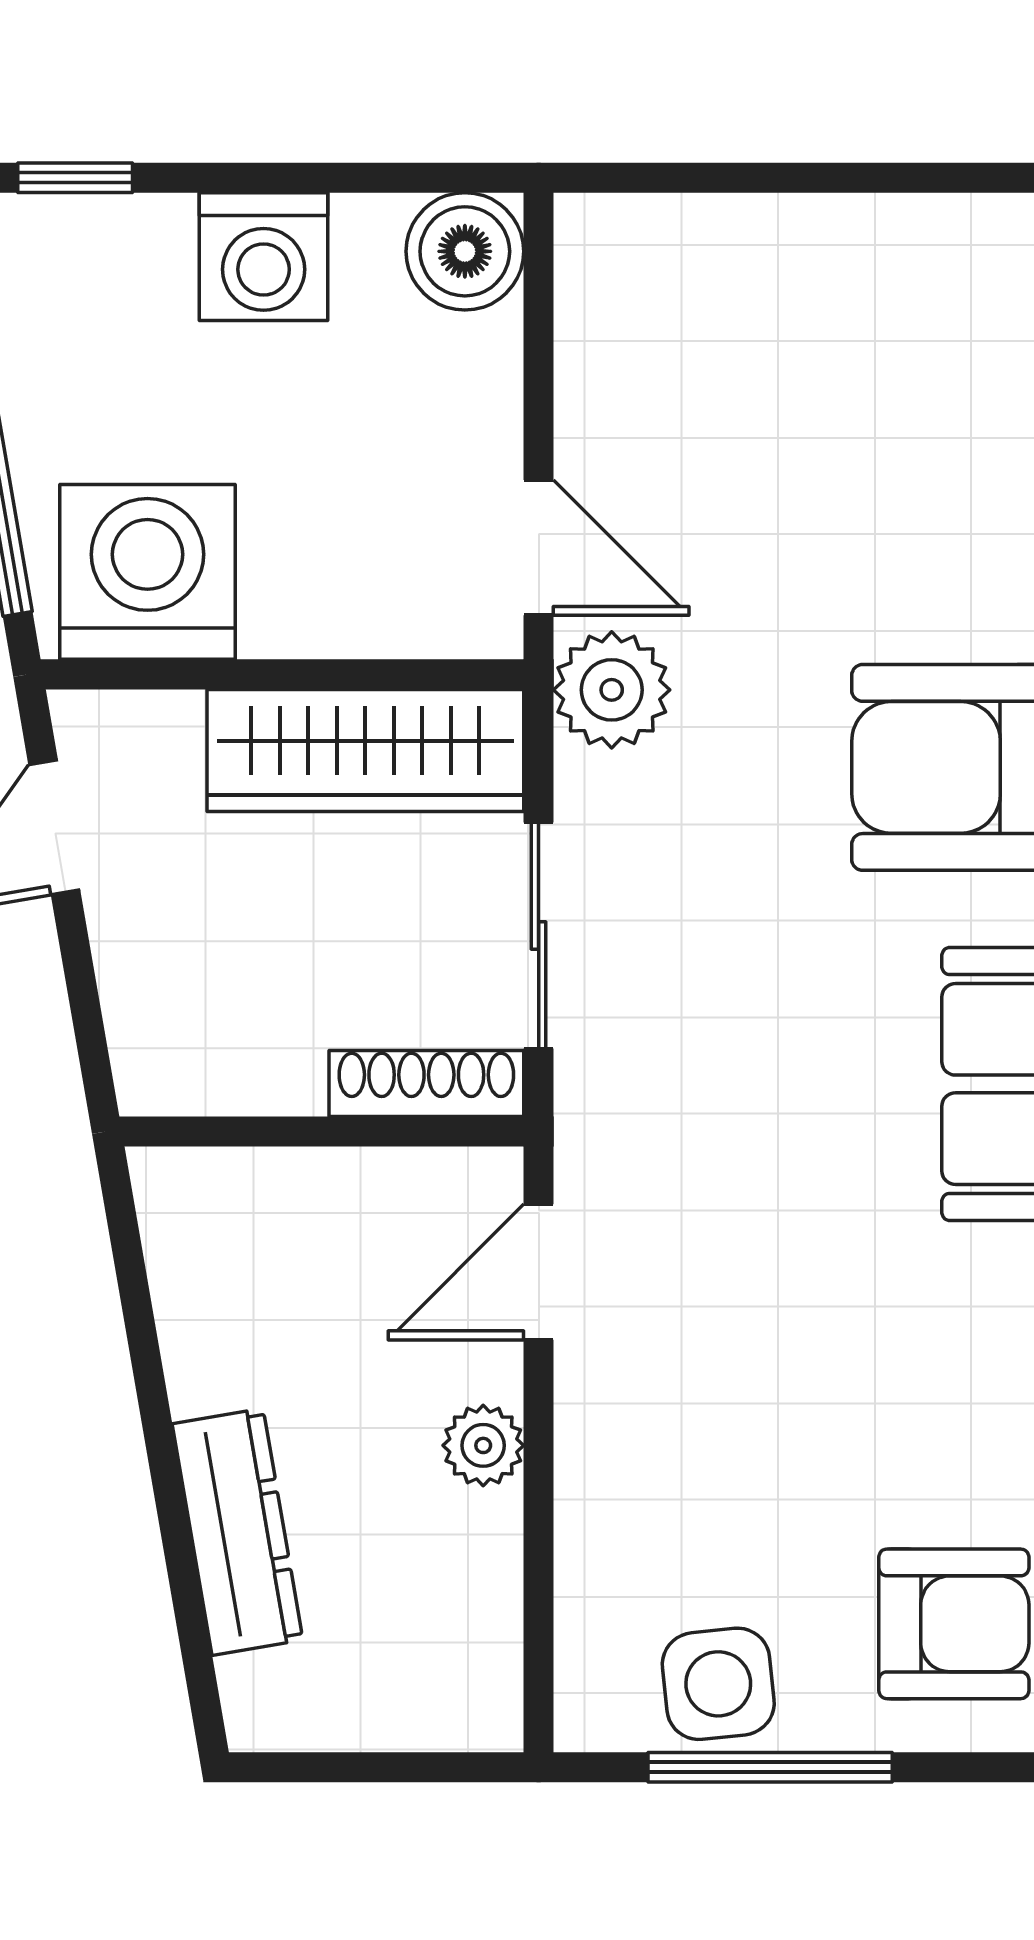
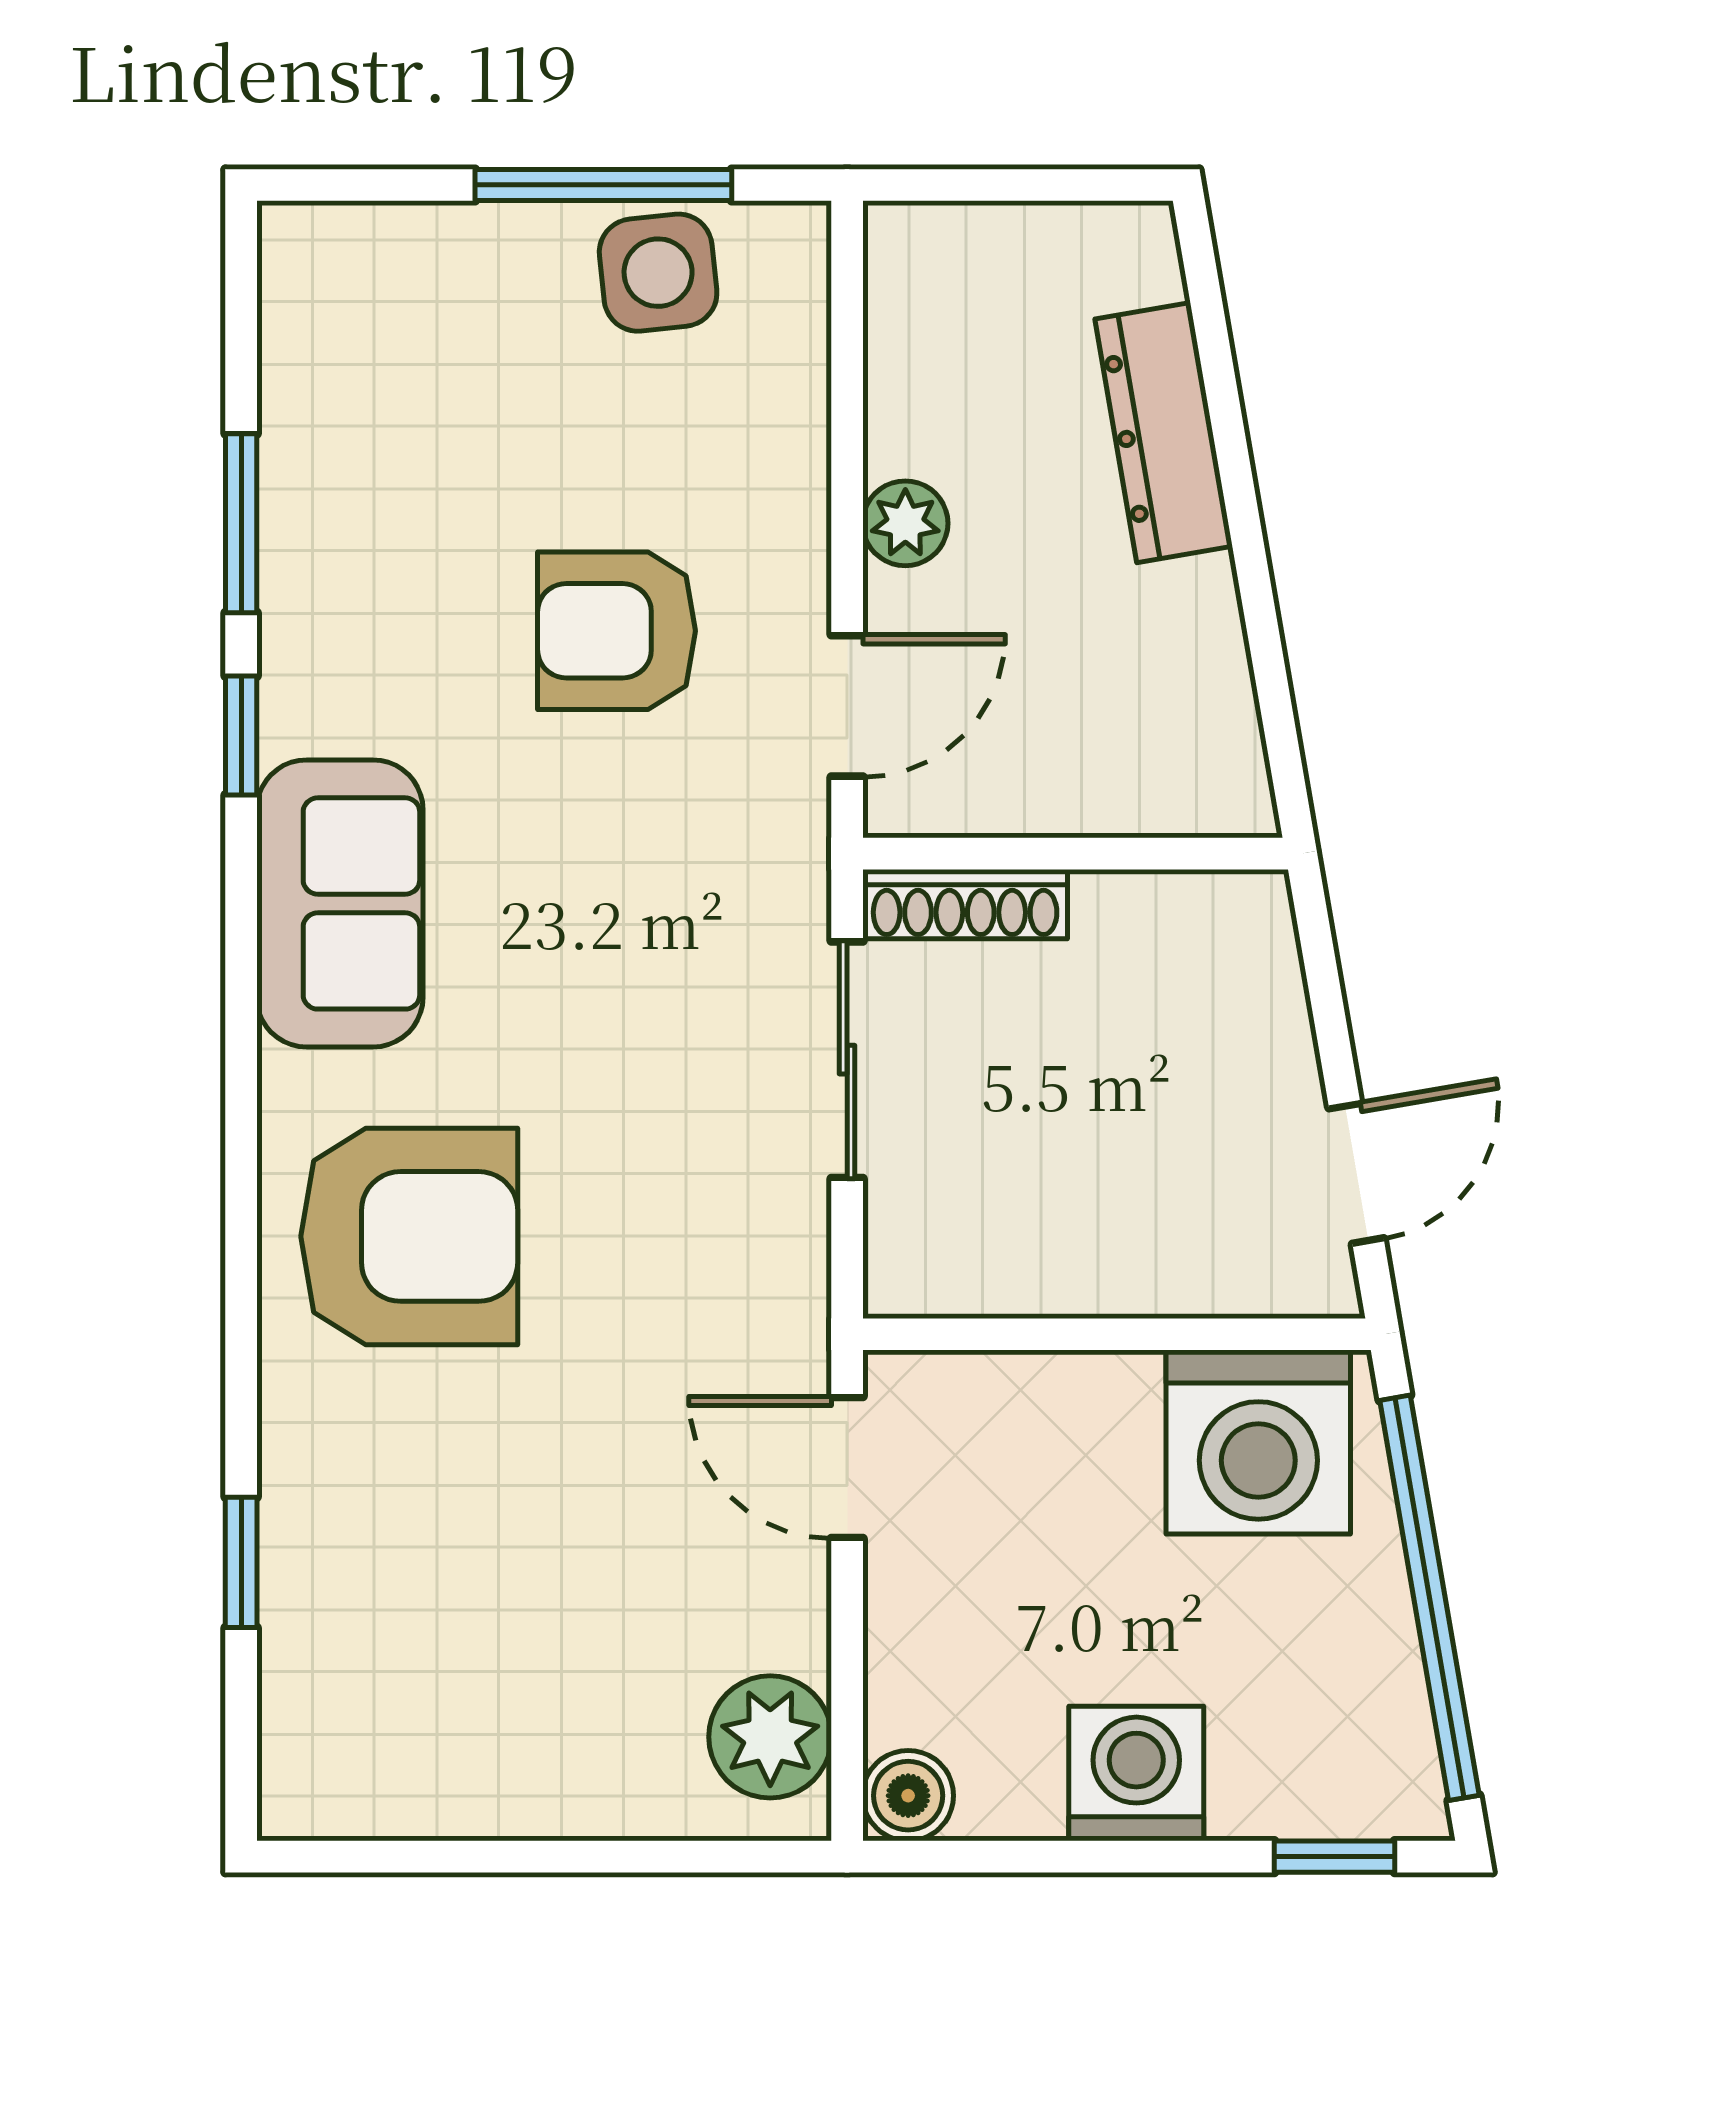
boiler: (465, 251) -> (908, 1796), width x0.73, depth x0.73
plant: (612, 690) -> (770, 1737), moved
wardrobe: (365, 751) -> (1029, 1254), removed
armchair: (954, 1624) -> (616, 631), moved

